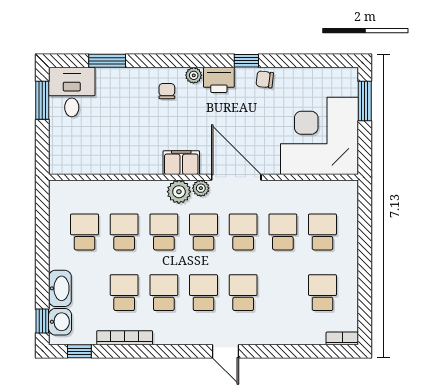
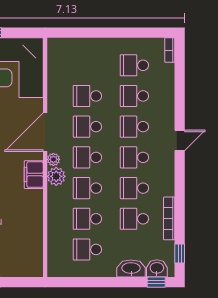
school desk: (322, 232) -> (134, 96), moved

